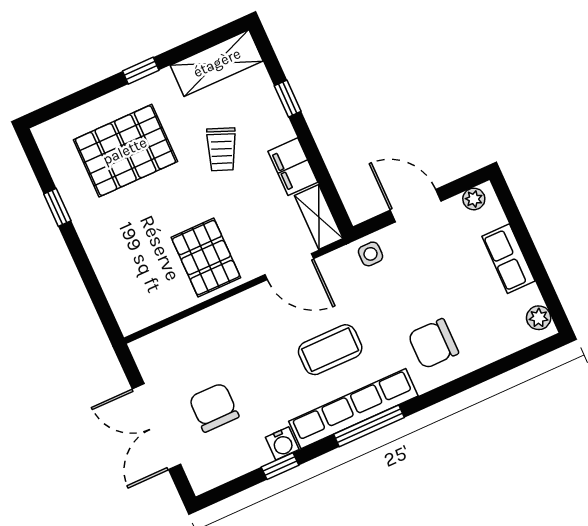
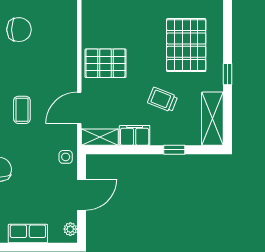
coffee table: (330, 350) -> (22, 110), width x0.73, depth x0.77

